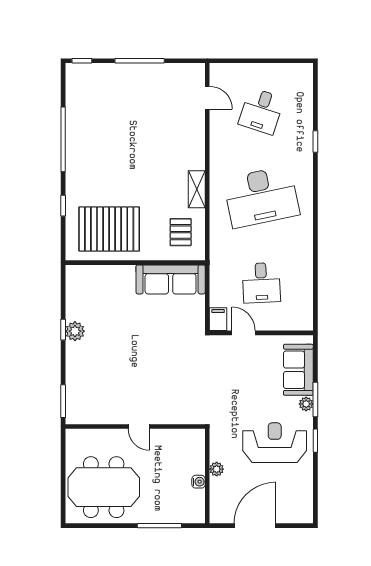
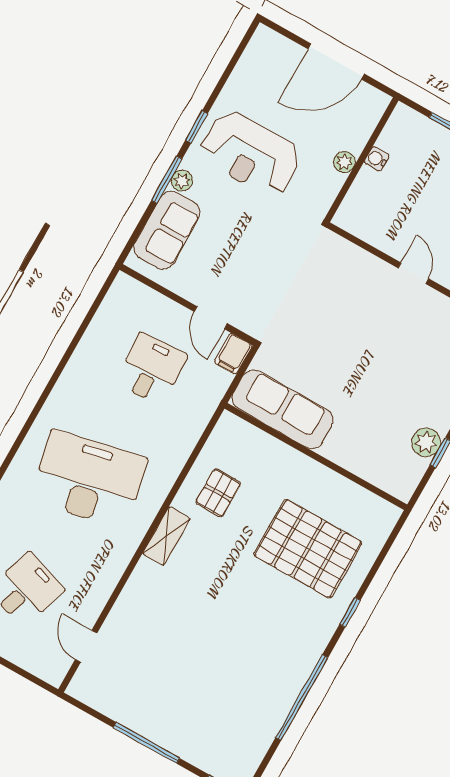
wall: (135, 263) -> (316, 457), moved
sofa: (171, 279) -> (283, 409), moved

